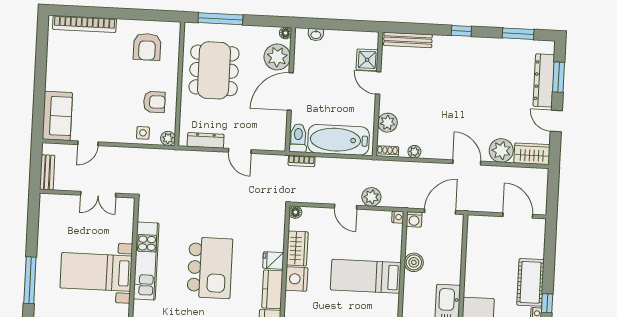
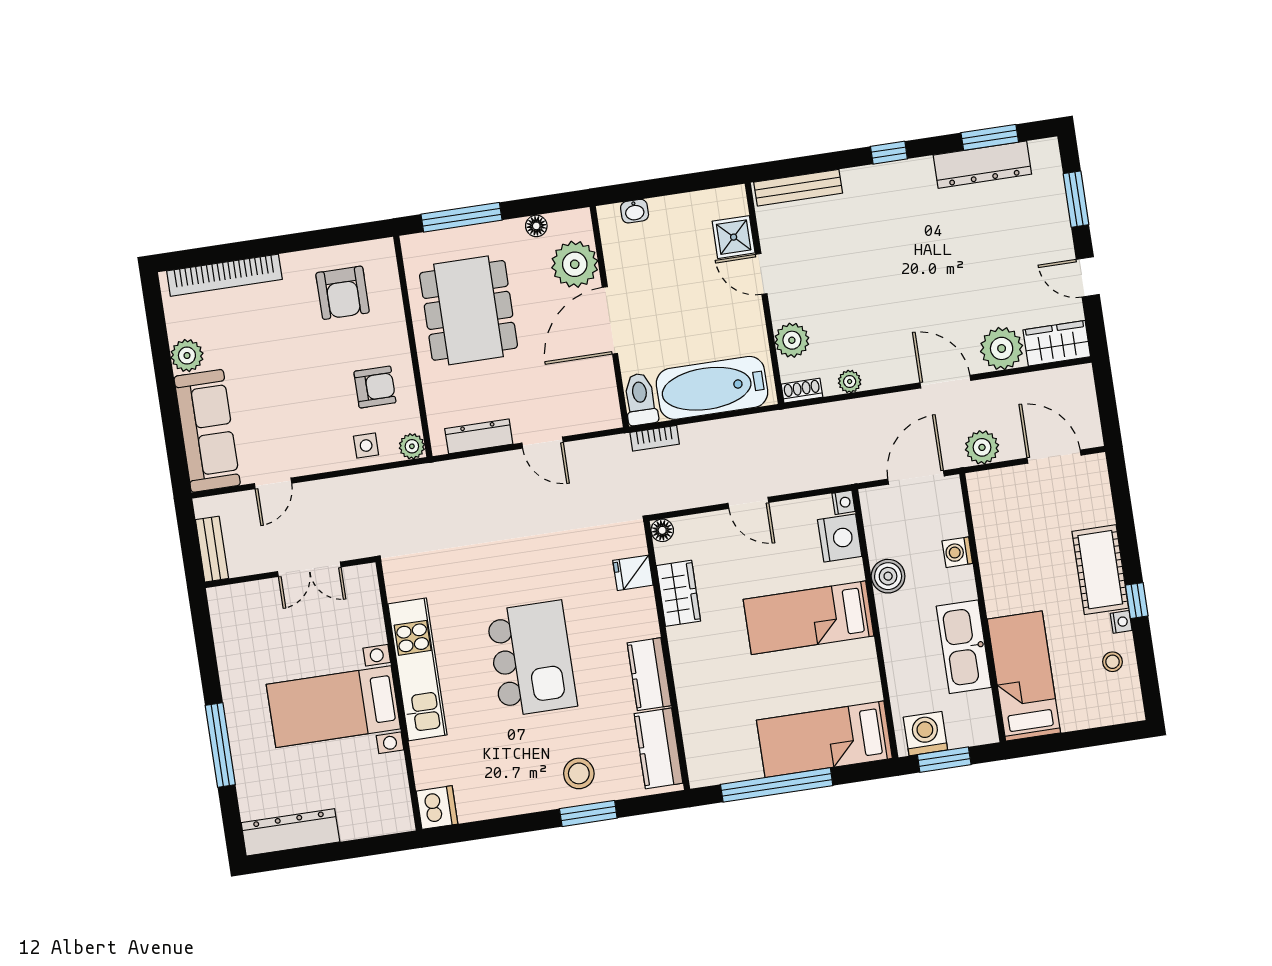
floor lamp: (285, 33) -> (536, 226), moved
plant: (55, 64) -> (187, 356), added
dresser: (544, 80) -> (982, 165), moved, turned -90
sofa: (57, 116) -> (207, 431), width x1.36
plant: (371, 197) -> (982, 447), moved
washing machine: (414, 219) -> (957, 552), moved, turned 90
fridge: (273, 260) -> (633, 573), moved
nightstand: (297, 279) -> (840, 538), moved, turned 180

